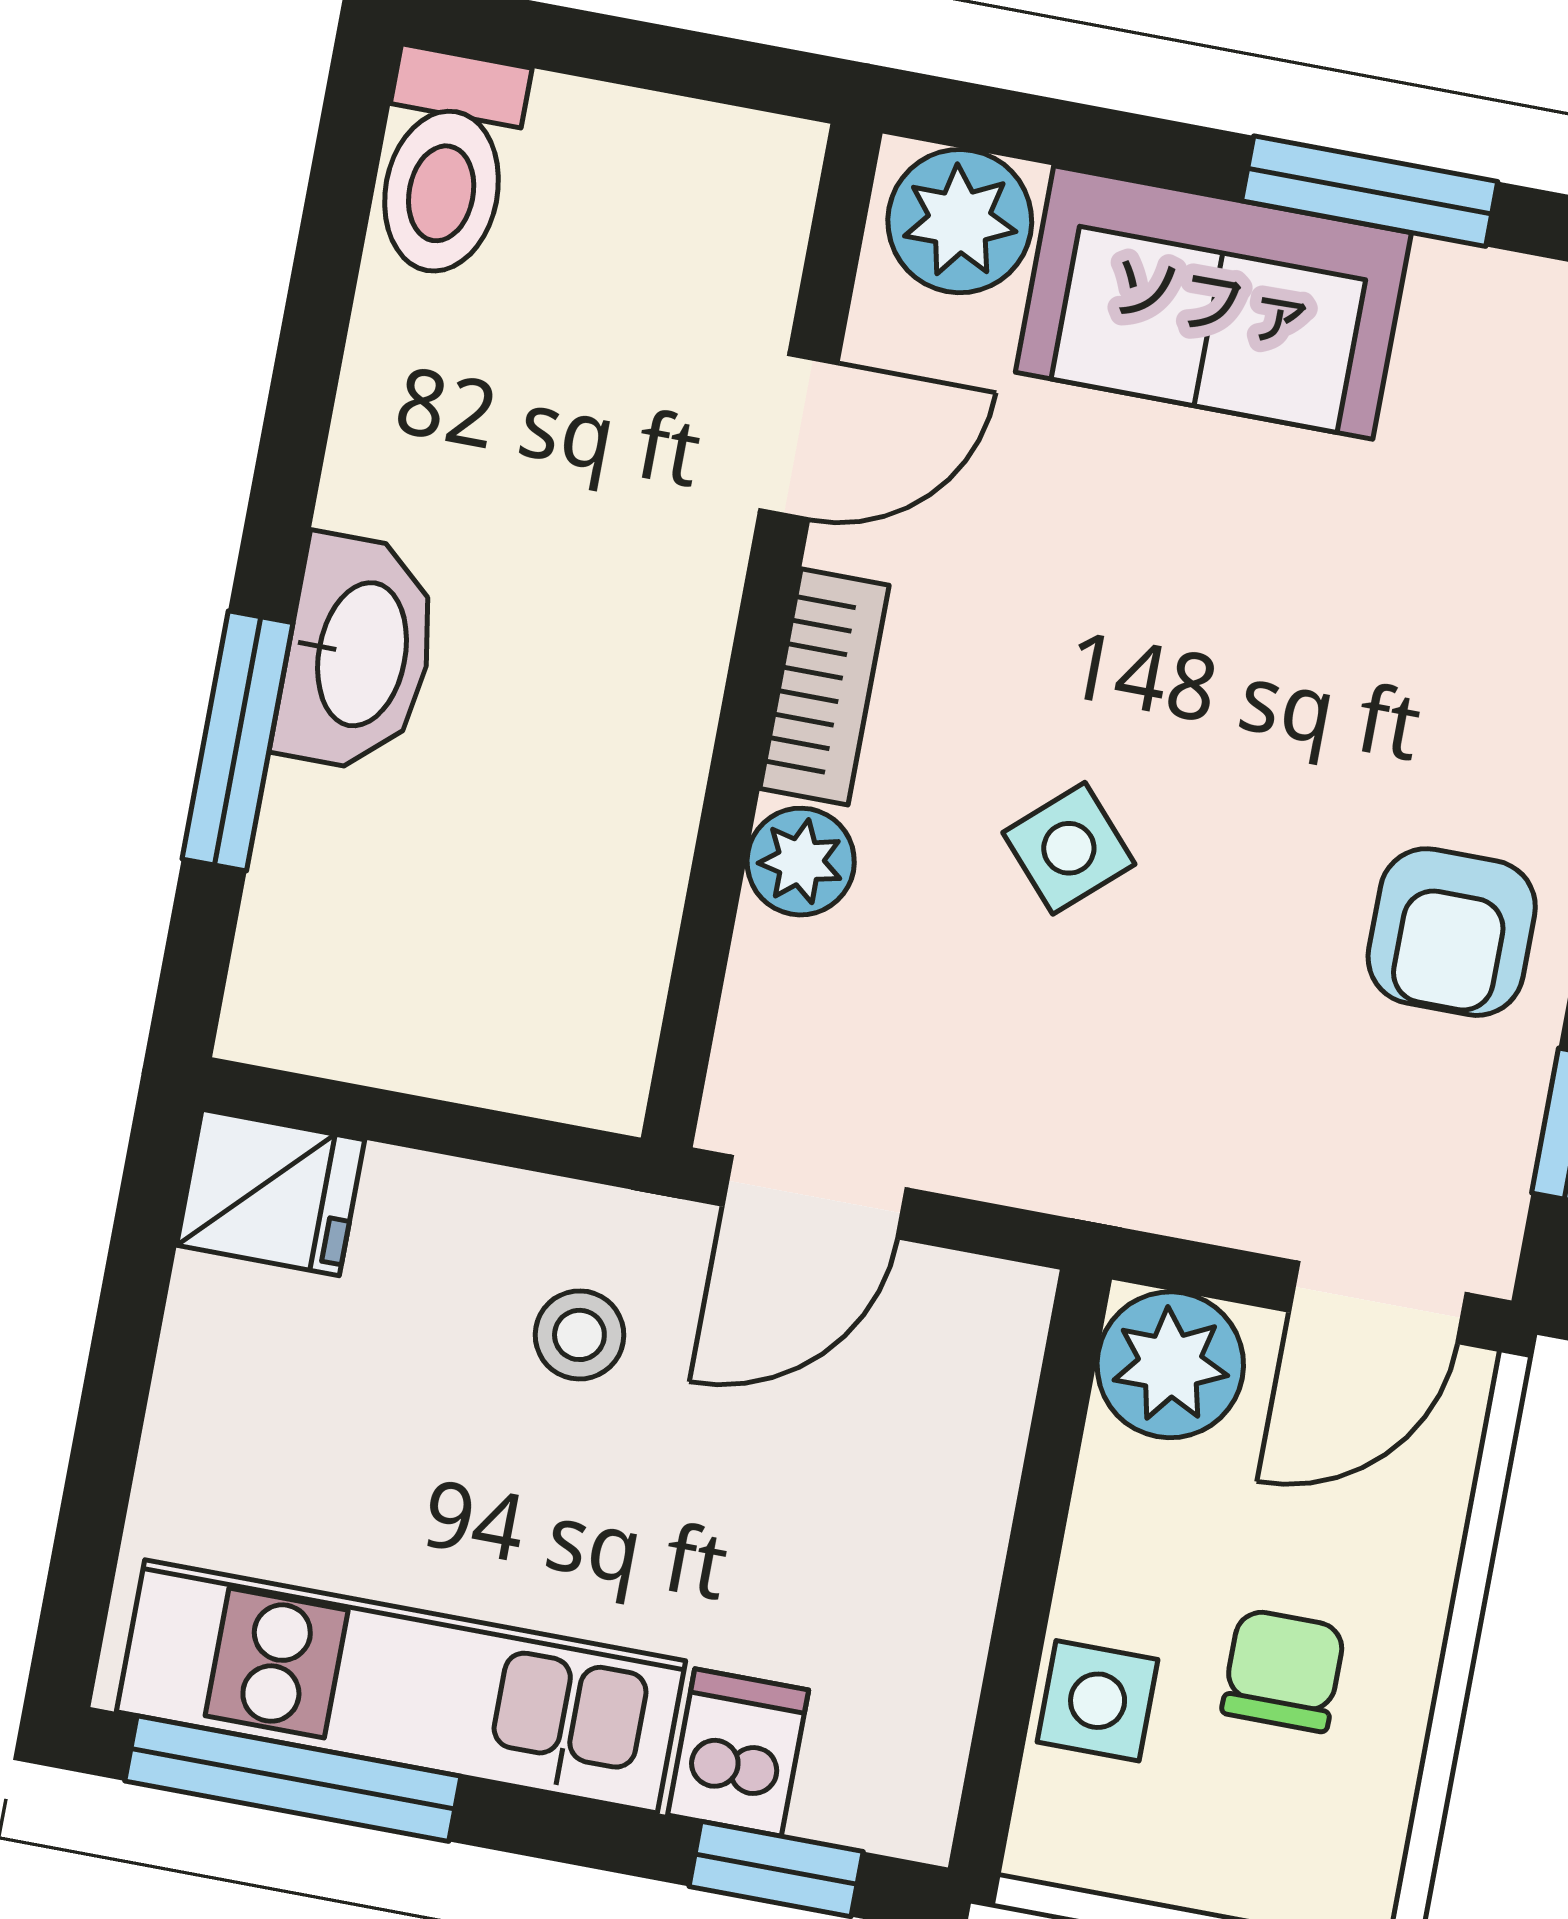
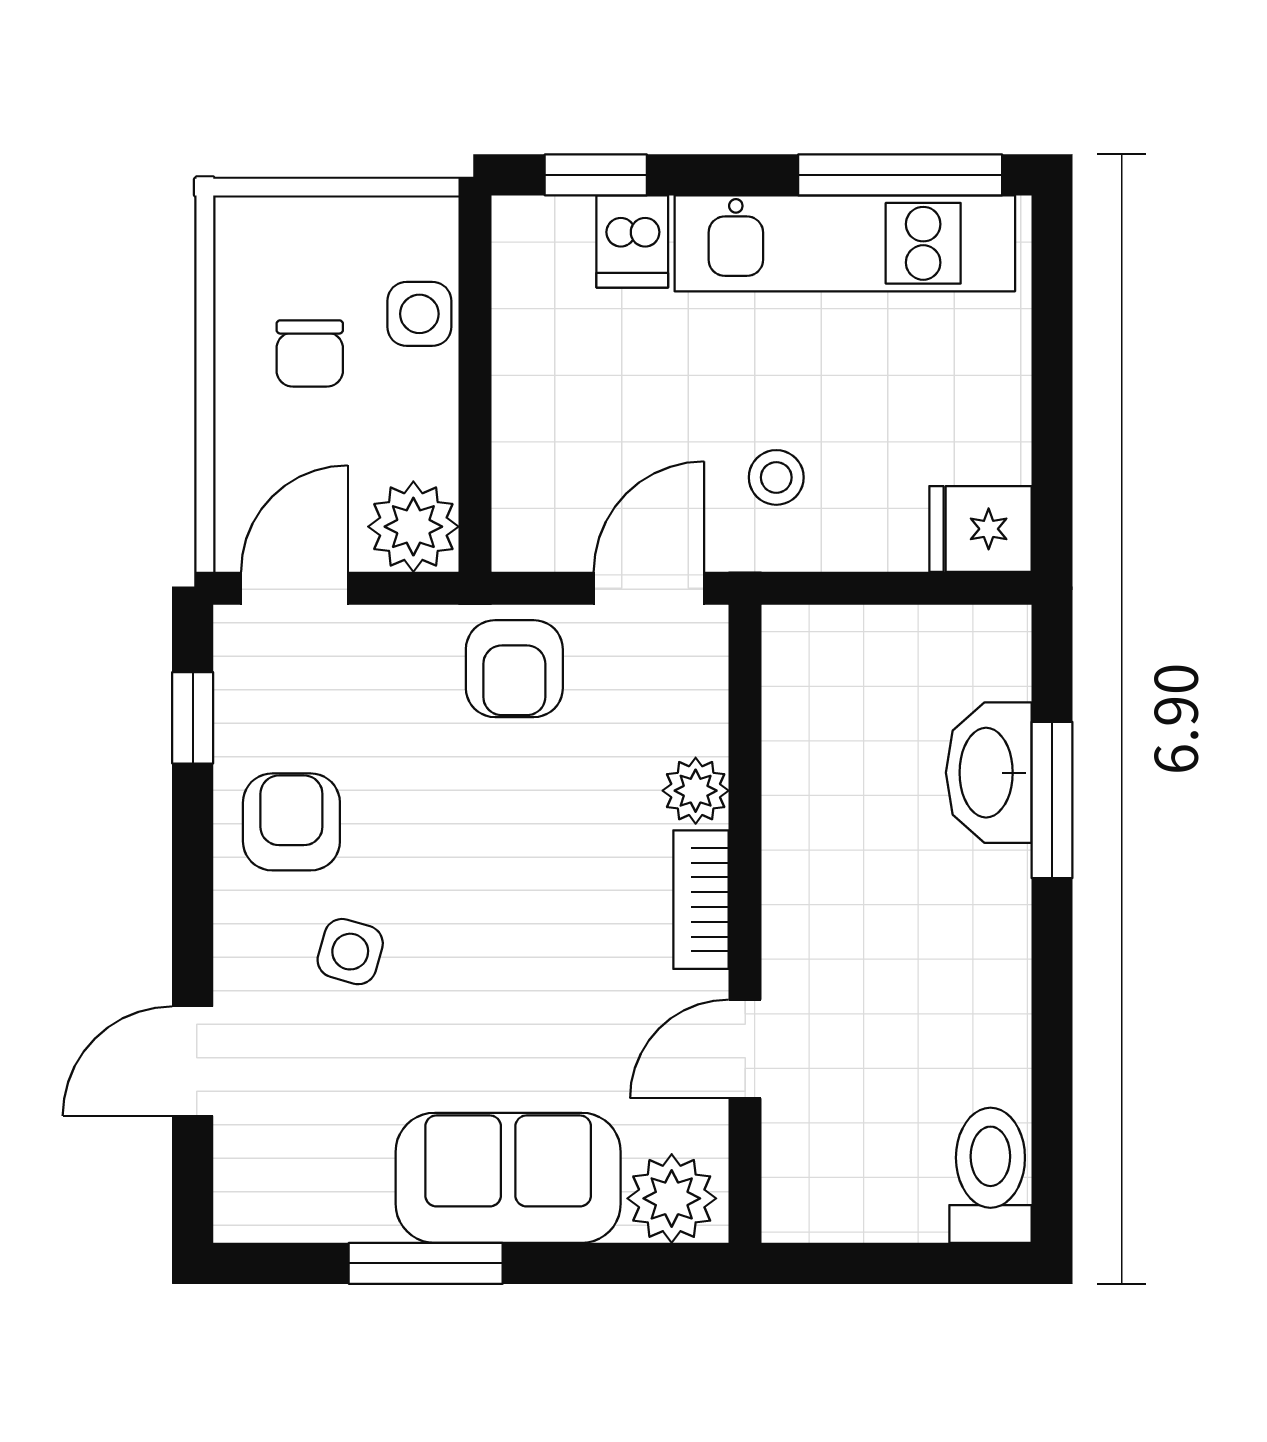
washbasin: (358, 653) -> (989, 773), moved
side table: (1069, 848) -> (350, 952), moved, turned -32
armchair: (1052, 1109) -> (514, 669), added

